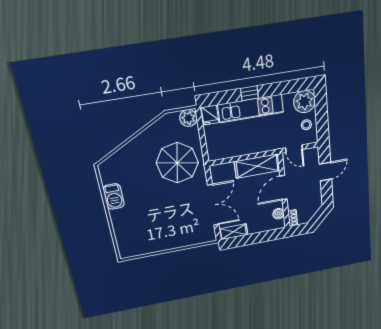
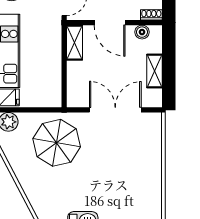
shelving: (257, 166) -> (74, 43), width x0.67, depth x0.75
shelving: (233, 232) -> (154, 71), moved

